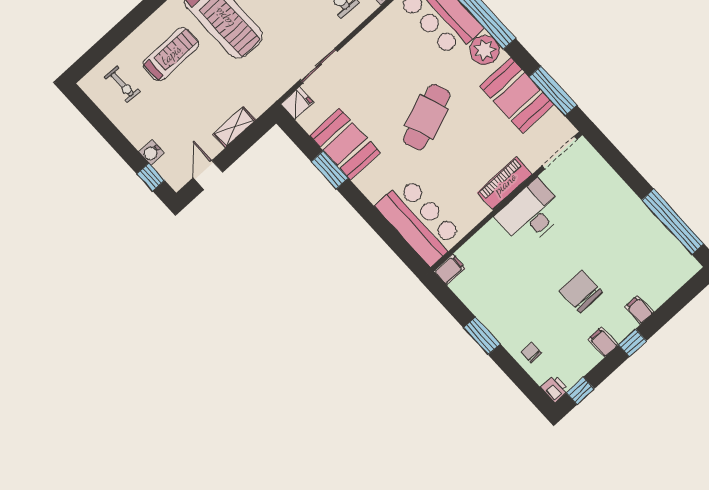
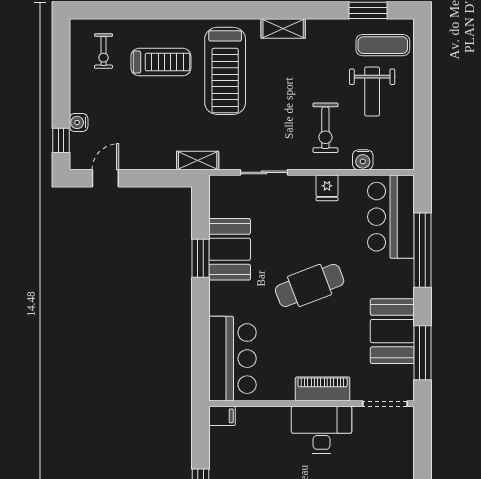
plant: (485, 50) -> (399, 275), removed
fridge: (297, 103) -> (327, 188), moved, turned 90
shelving: (234, 127) -> (198, 161), moved

